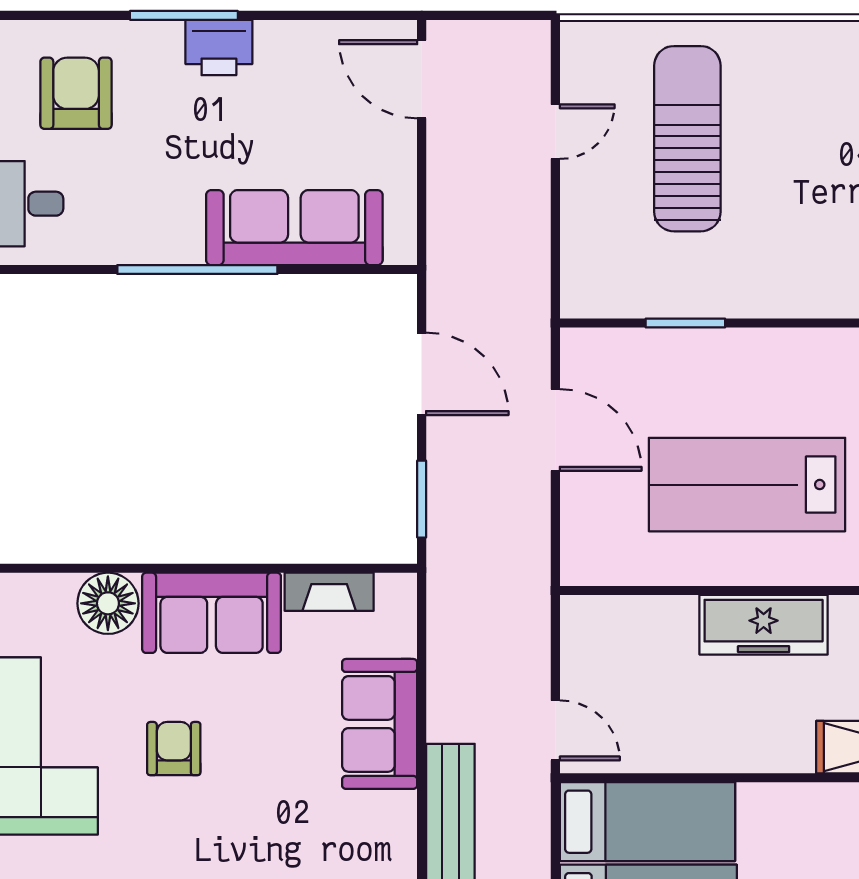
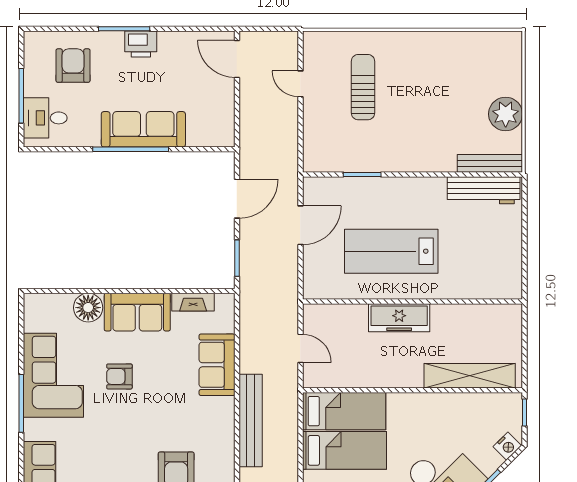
door: (555, 132) -> (300, 84), swing flipped
sun lounger: (687, 139) -> (363, 87), width x0.73, depth x0.75
sofa: (294, 228) -> (143, 129), moved
door: (422, 374) -> (237, 199), hinge flipped
door: (555, 430) -> (300, 225), hinge flipped
door: (555, 730) -> (300, 348), moved
armchair: (174, 749) -> (119, 376), turned -90

